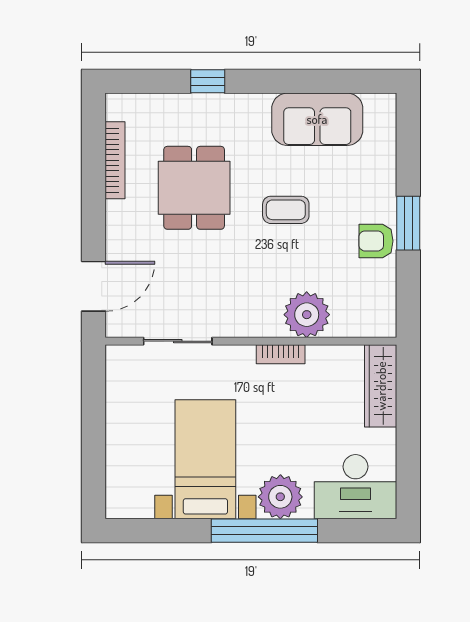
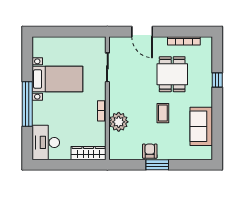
dining table: (194, 188) -> (172, 74), turned 90
door: (93, 286) -> (142, 32), moved
plant: (280, 497) -> (42, 111), removed

